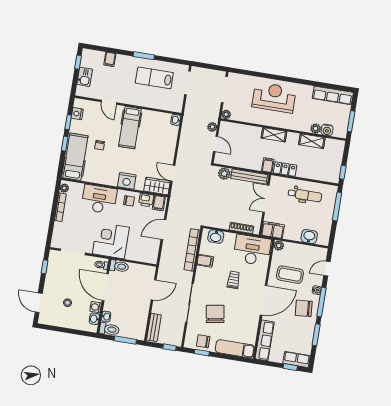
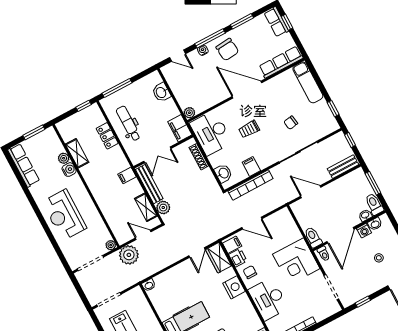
plant: (212, 127) -> (129, 255), width x1.88, depth x1.88
water cooler: (327, 130) -> (69, 170), moved
shelving: (274, 135) -> (146, 207), moved
door: (216, 144) -> (143, 235), hinge flipped
locker: (285, 169) -> (107, 136), moved
coffee table: (290, 275) -> (207, 84), removed
chair: (215, 314) -> (291, 123), width x0.54, depth x0.54
chair: (203, 341) -> (322, 115), removed

